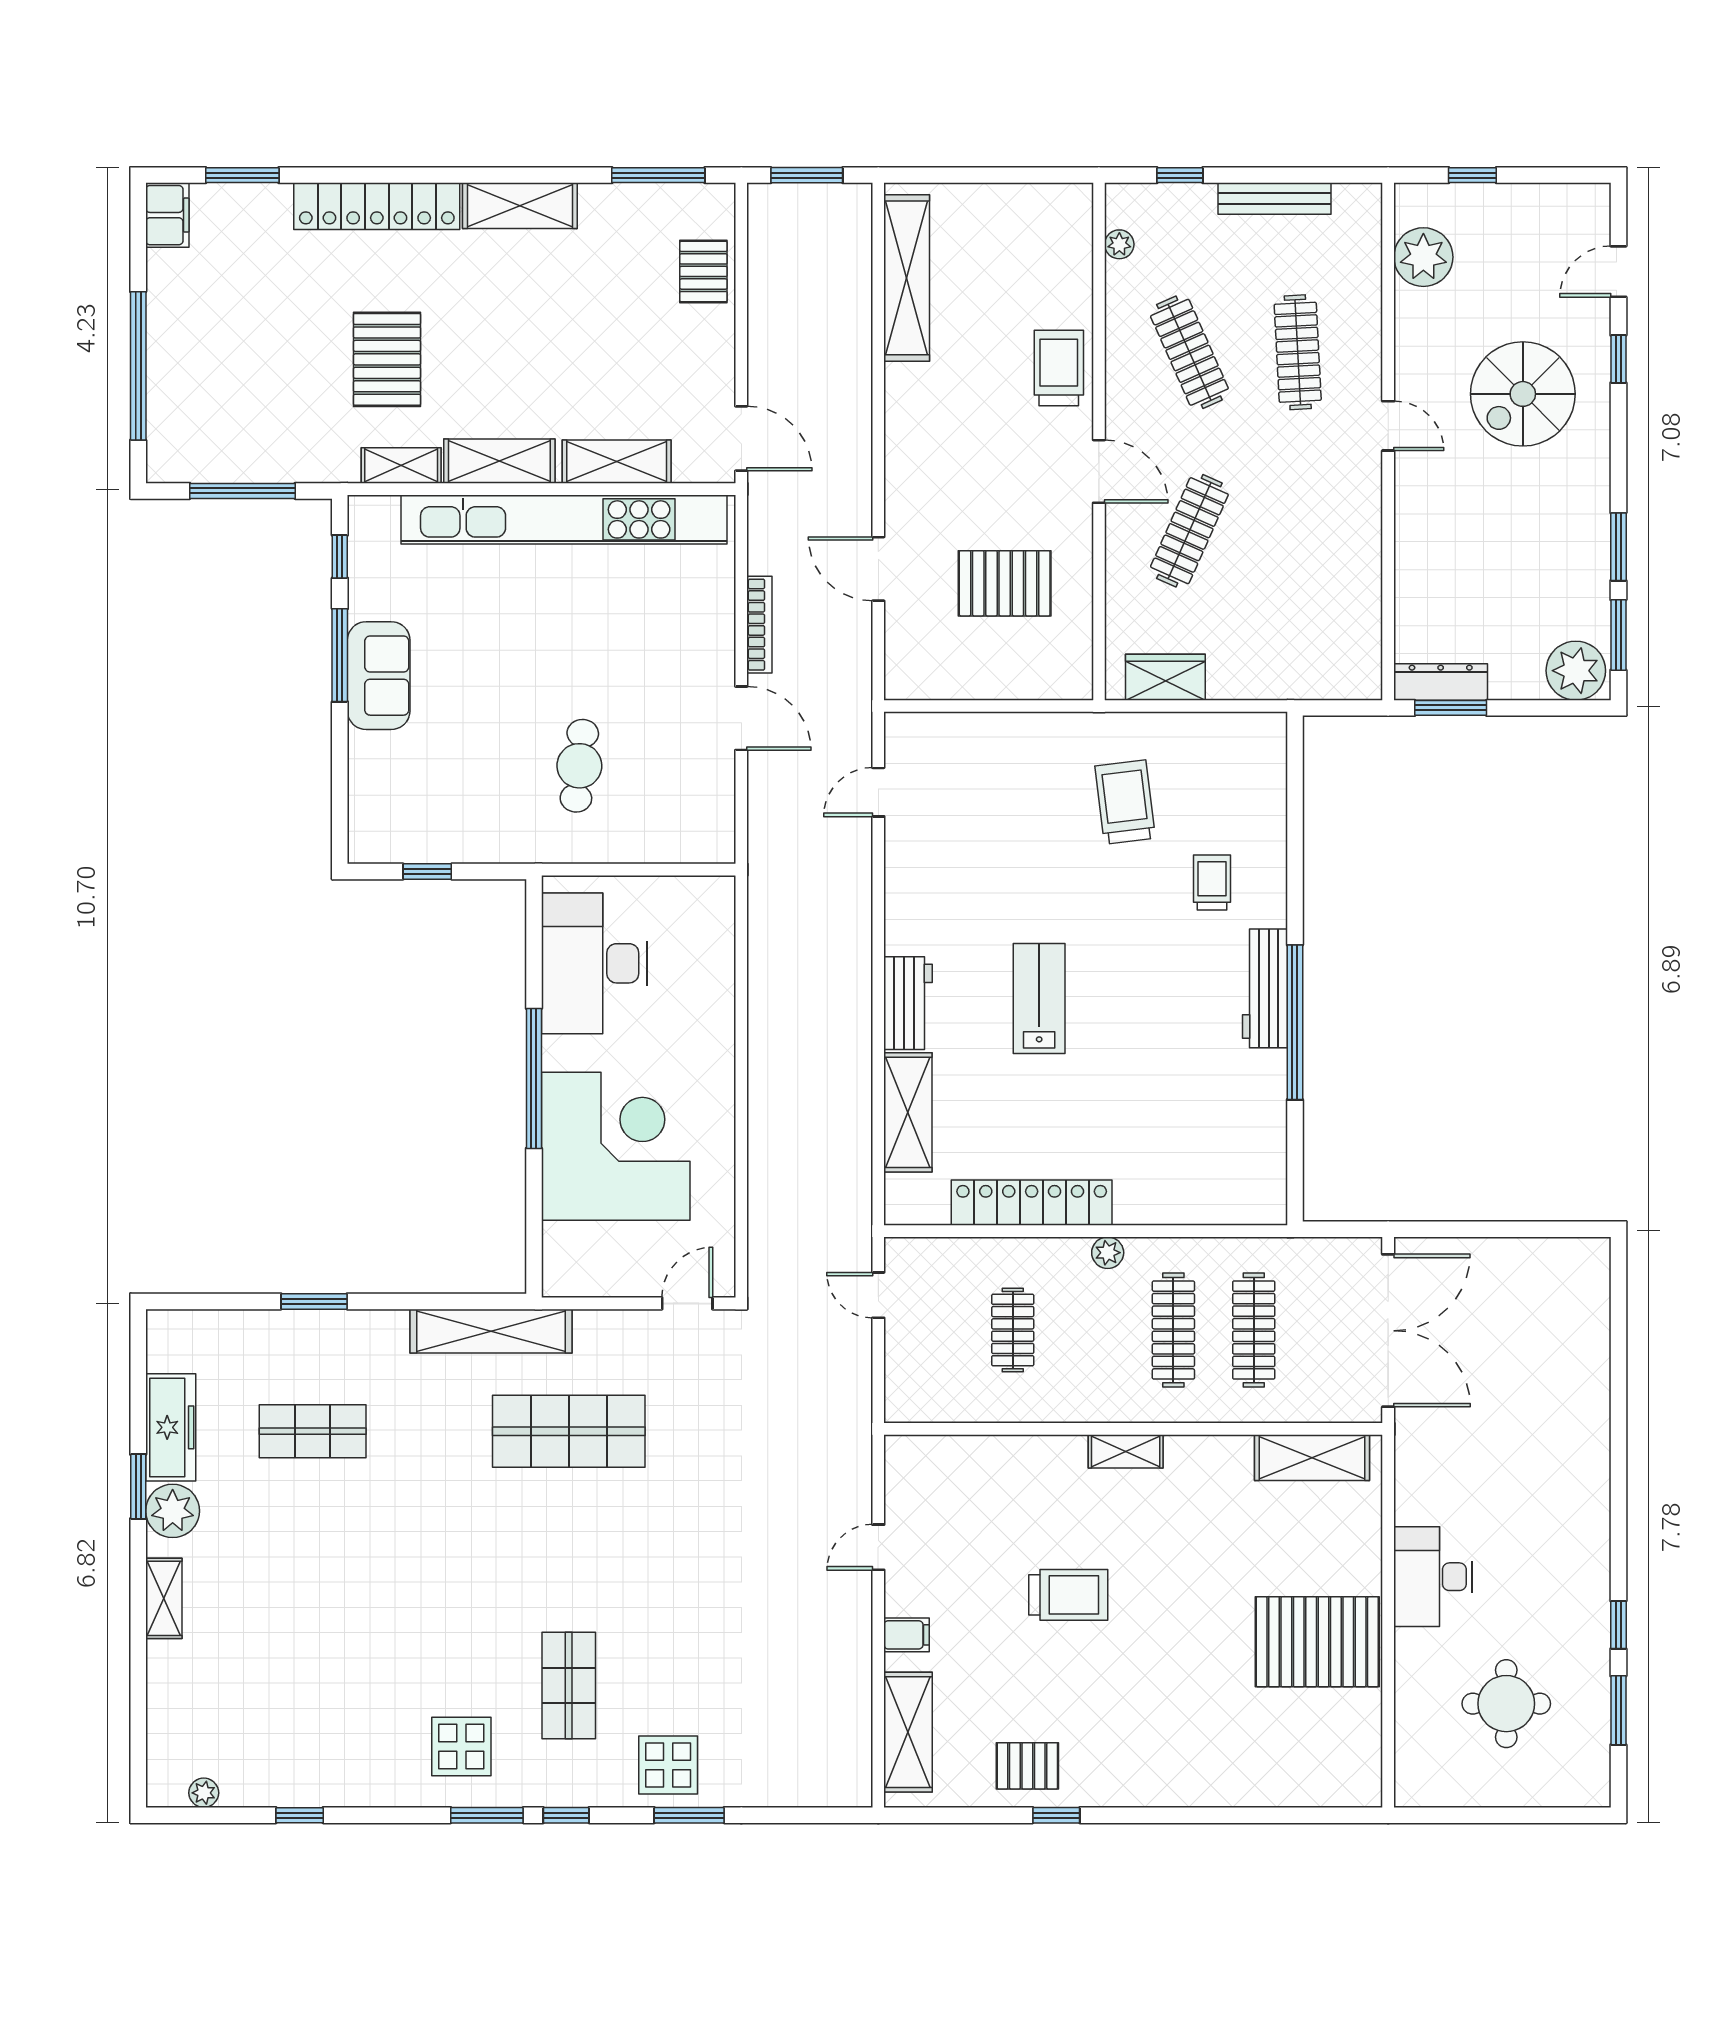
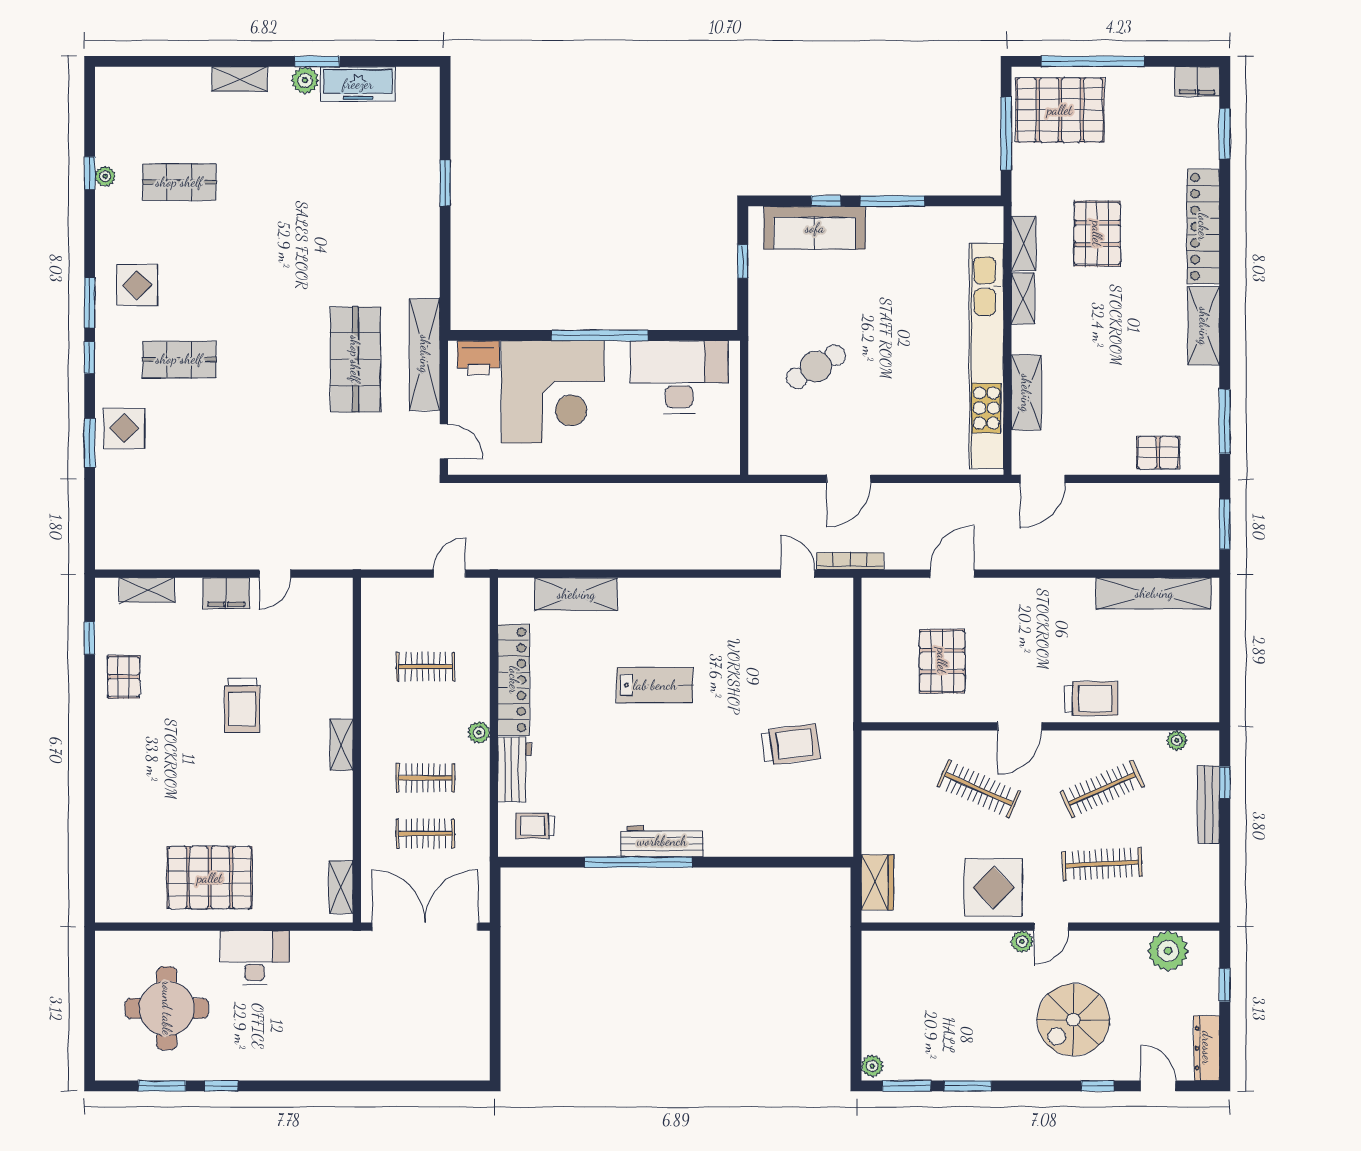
bench: (1275, 199) -> (1209, 805), moved
pallet: (387, 359) -> (1097, 234), turned 90
spiral stairs: (1523, 394) -> (1073, 1020), turned -90
pallet: (208, 413) -> (1060, 110), added
shelving: (499, 461) -> (1023, 299), width x0.67, depth x0.75
plant: (1410, 468) -> (1022, 942), added
display table: (1332, 509) -> (993, 888), added
window: (340, 557) -> (826, 201), moved
bookcase: (759, 625) -> (850, 561), moved, turned 180
plant: (1576, 671) -> (872, 1066), width x0.53, depth x0.53
sofa: (379, 676) -> (815, 228), moved, width x1.36
wardrobe: (1165, 677) -> (877, 882), moved
dresser: (1441, 682) -> (1207, 1048), moved, turned 180
window: (1451, 708) -> (856, 970), removed
cafe table: (579, 766) -> (816, 367), turned -37
trolley: (1212, 883) -> (535, 826), moved, turned 180
workbench: (908, 1003) -> (514, 770), moved, turned -90
printer: (566, 1253) -> (478, 358), added
clothes rail: (1173, 1330) -> (425, 778), width x0.73
clothes rail: (1254, 1330) -> (425, 834), width x0.73
shelving: (491, 1331) -> (425, 354), moved
double door: (1388, 1331) -> (425, 927), swing flipped
shop shelf: (313, 1431) -> (179, 182), moved, turned 90
shelving: (1312, 1458) -> (341, 887), width x0.67, depth x0.75
plant: (173, 1511) -> (305, 80), width x0.73, depth x0.73
door: (878, 1547) -> (275, 574), swing flipped
filing cabinet: (907, 1635) -> (226, 593), width x2.00
pallet: (1317, 1642) -> (210, 878), turned 90
round table: (1506, 1704) -> (167, 1008), width x1.36, depth x1.36
shelving: (908, 1732) -> (147, 590), width x0.67, depth x0.75
plant: (204, 1793) -> (105, 176), moved
window: (1056, 1815) -> (90, 638), moved

